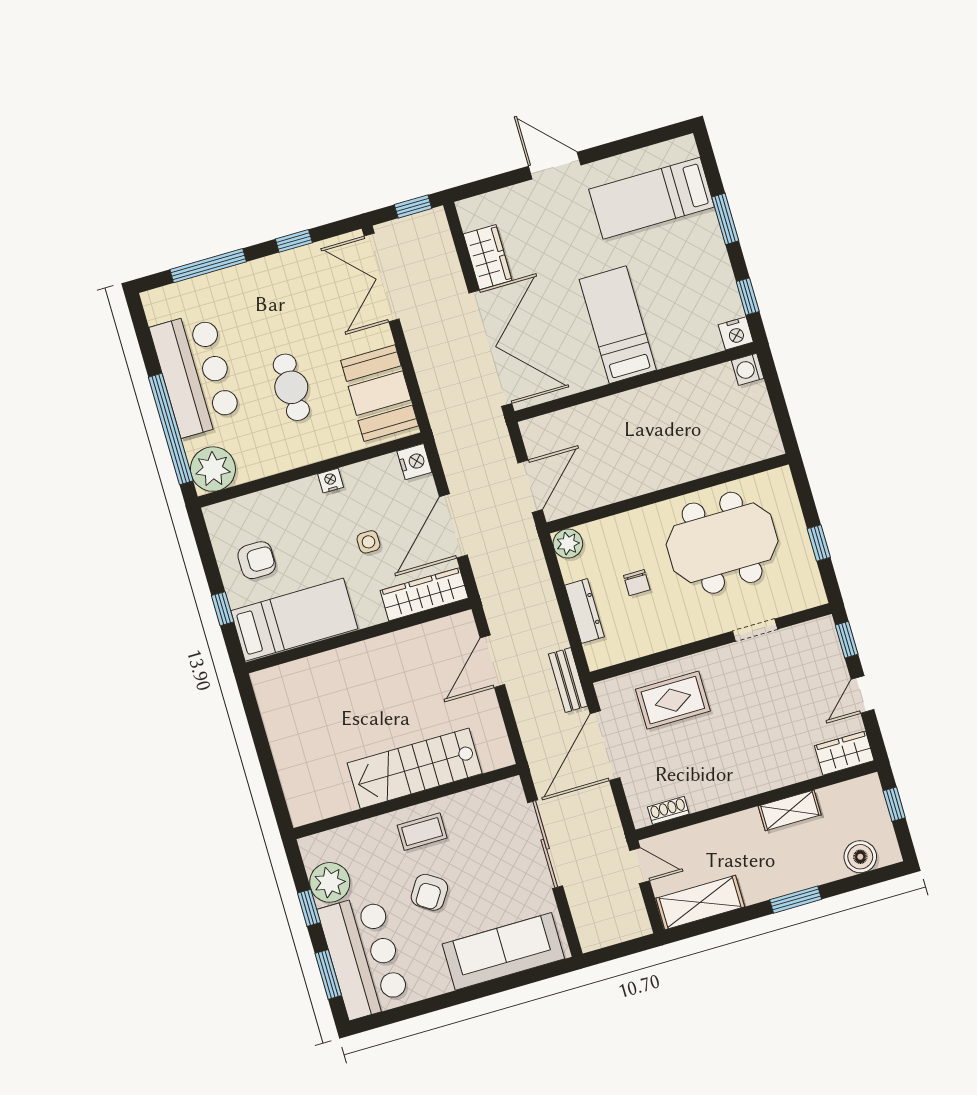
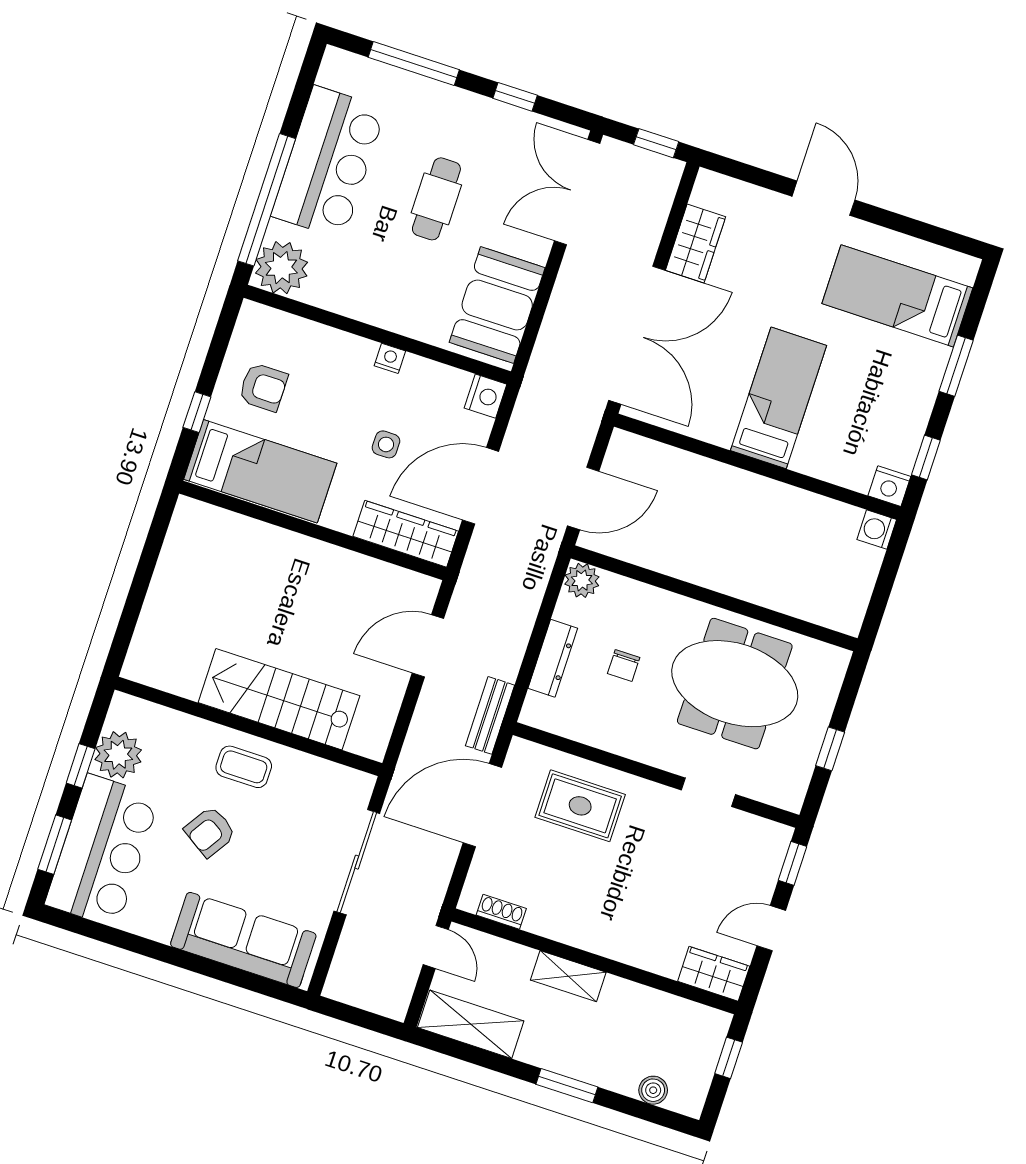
cafe table: (291, 387) -> (436, 199), moved
shelving: (790, 810) -> (568, 976), moved
boiler: (860, 857) -> (653, 1090), width x0.73, depth x0.73

